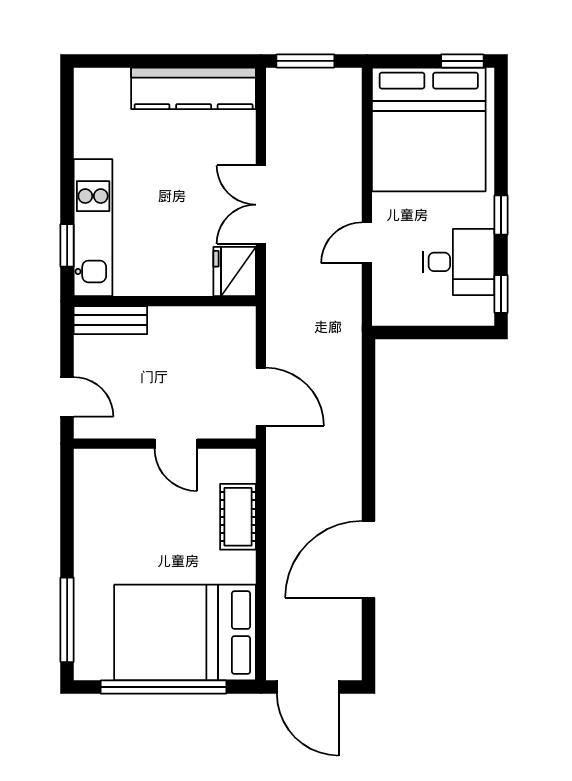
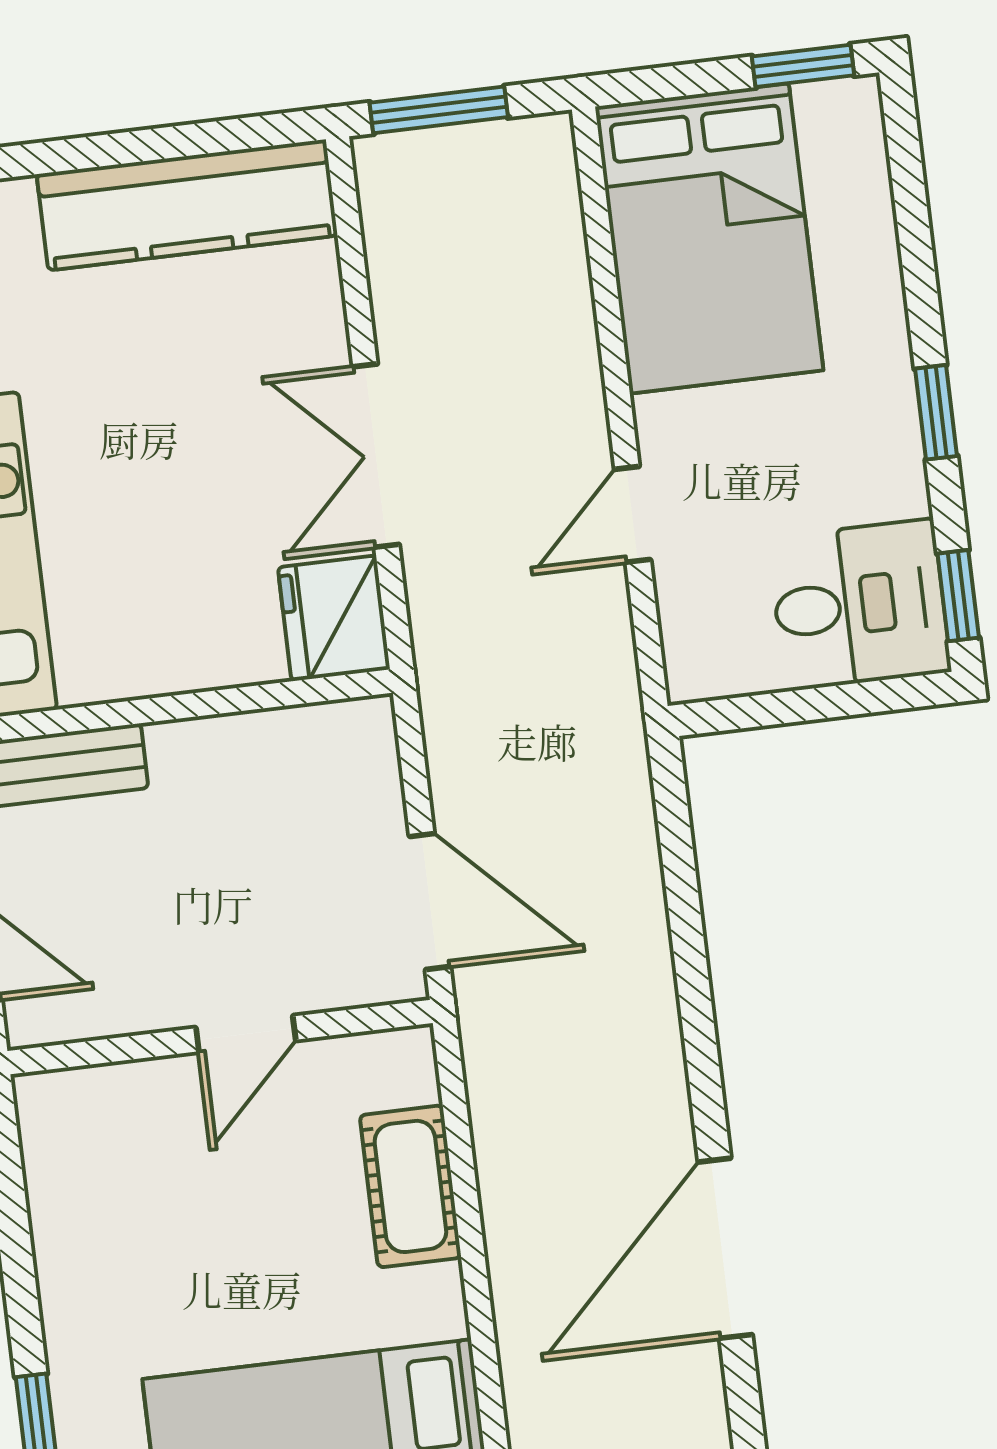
bed: (429, 129) -> (709, 238), width x0.73
desk: (459, 262) -> (859, 605), moved
door: (176, 444) -> (246, 1034), hinge flipped

